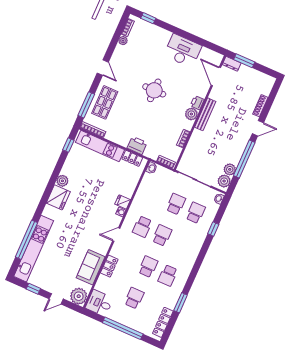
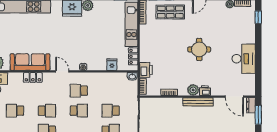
door: (216, 76) -> (234, 97), swing flipped
printer: (137, 145) -> (146, 70), moved
fridge: (123, 202) -> (112, 65), moved
school desk: (176, 204) -> (111, 111), turned 180
sofa: (91, 267) -> (30, 62), width x1.36
school desk: (134, 298) -> (15, 111), turned 180

